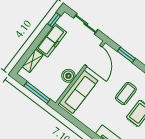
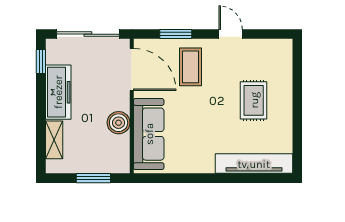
sliding door: (86, 24) -> (88, 34), width x1.37
window: (37, 93) -> (93, 178), width x0.69
coffee table: (126, 93) -> (191, 67), moved

